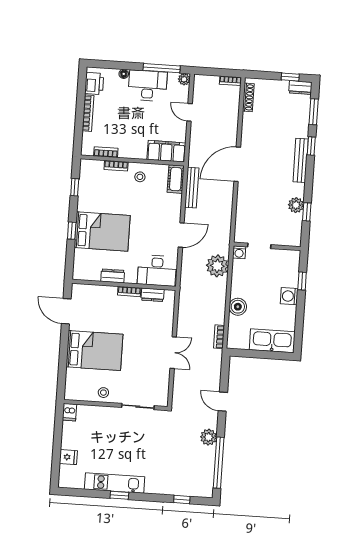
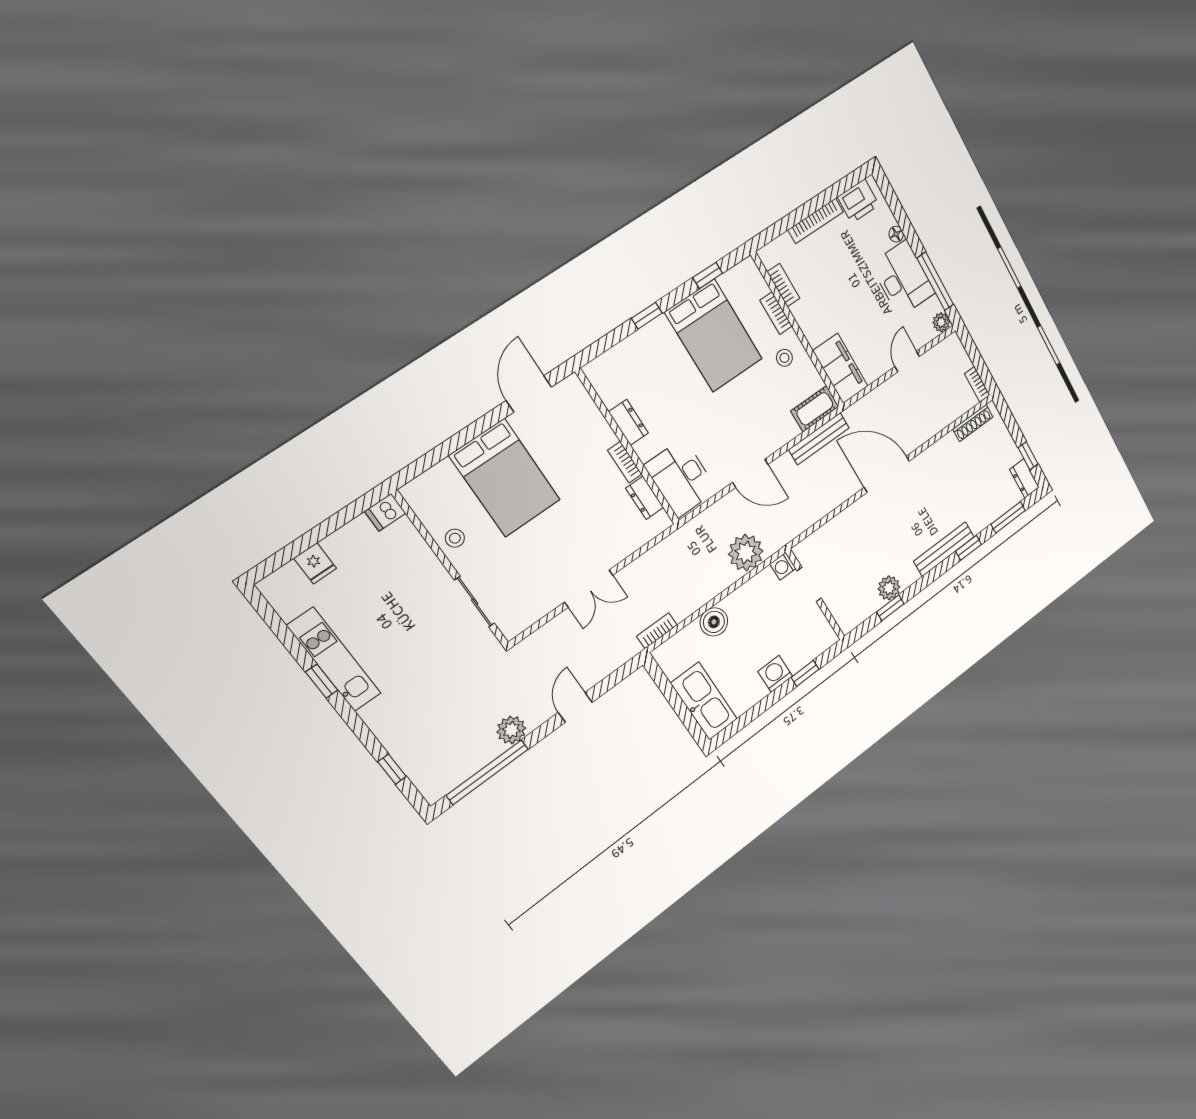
bed: (102, 231) -> (714, 336), moved

